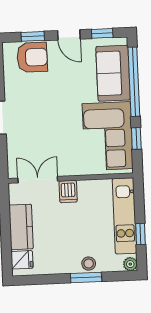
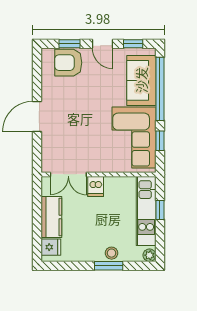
armchair: (32, 57) -> (68, 63), turned 180
double door: (38, 180) -> (68, 174), swing flipped
window: (140, 234) -> (160, 210), moved

